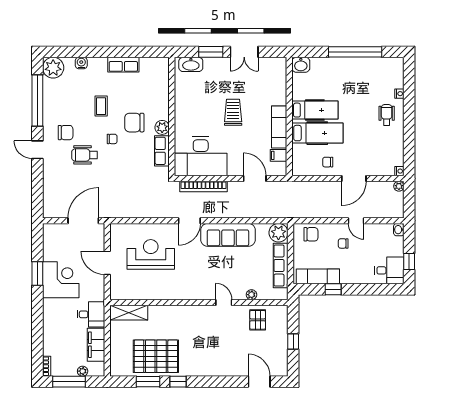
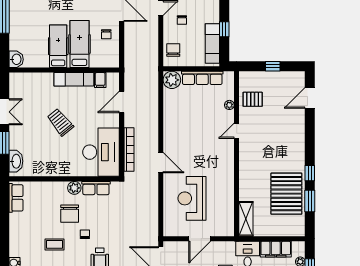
row of seats: (123, 65) -> (16, 198), moved
trolley: (233, 112) -> (60, 122), turned 51
sofa: (228, 235) -> (174, 127), removed

